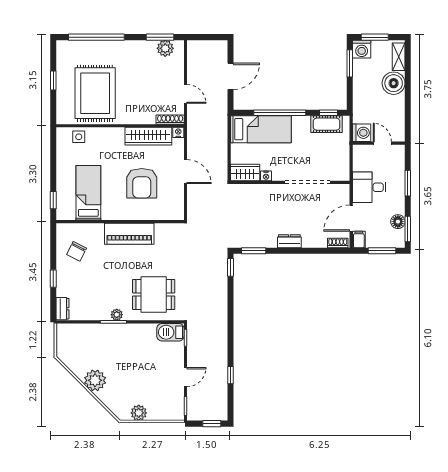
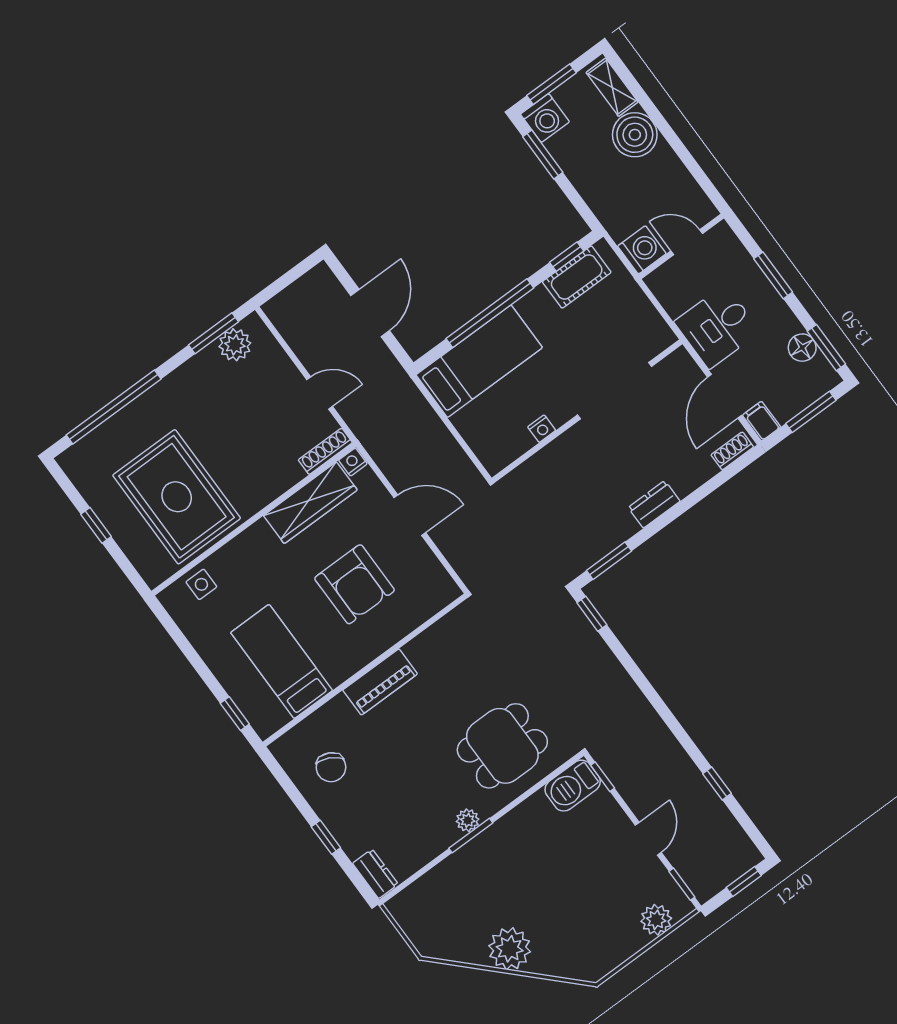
wardrobe: (245, 173) -> (505, 448), removed
piano: (129, 234) -> (380, 682), width x0.73, depth x0.75
plant: (139, 413) -> (656, 920), moved

